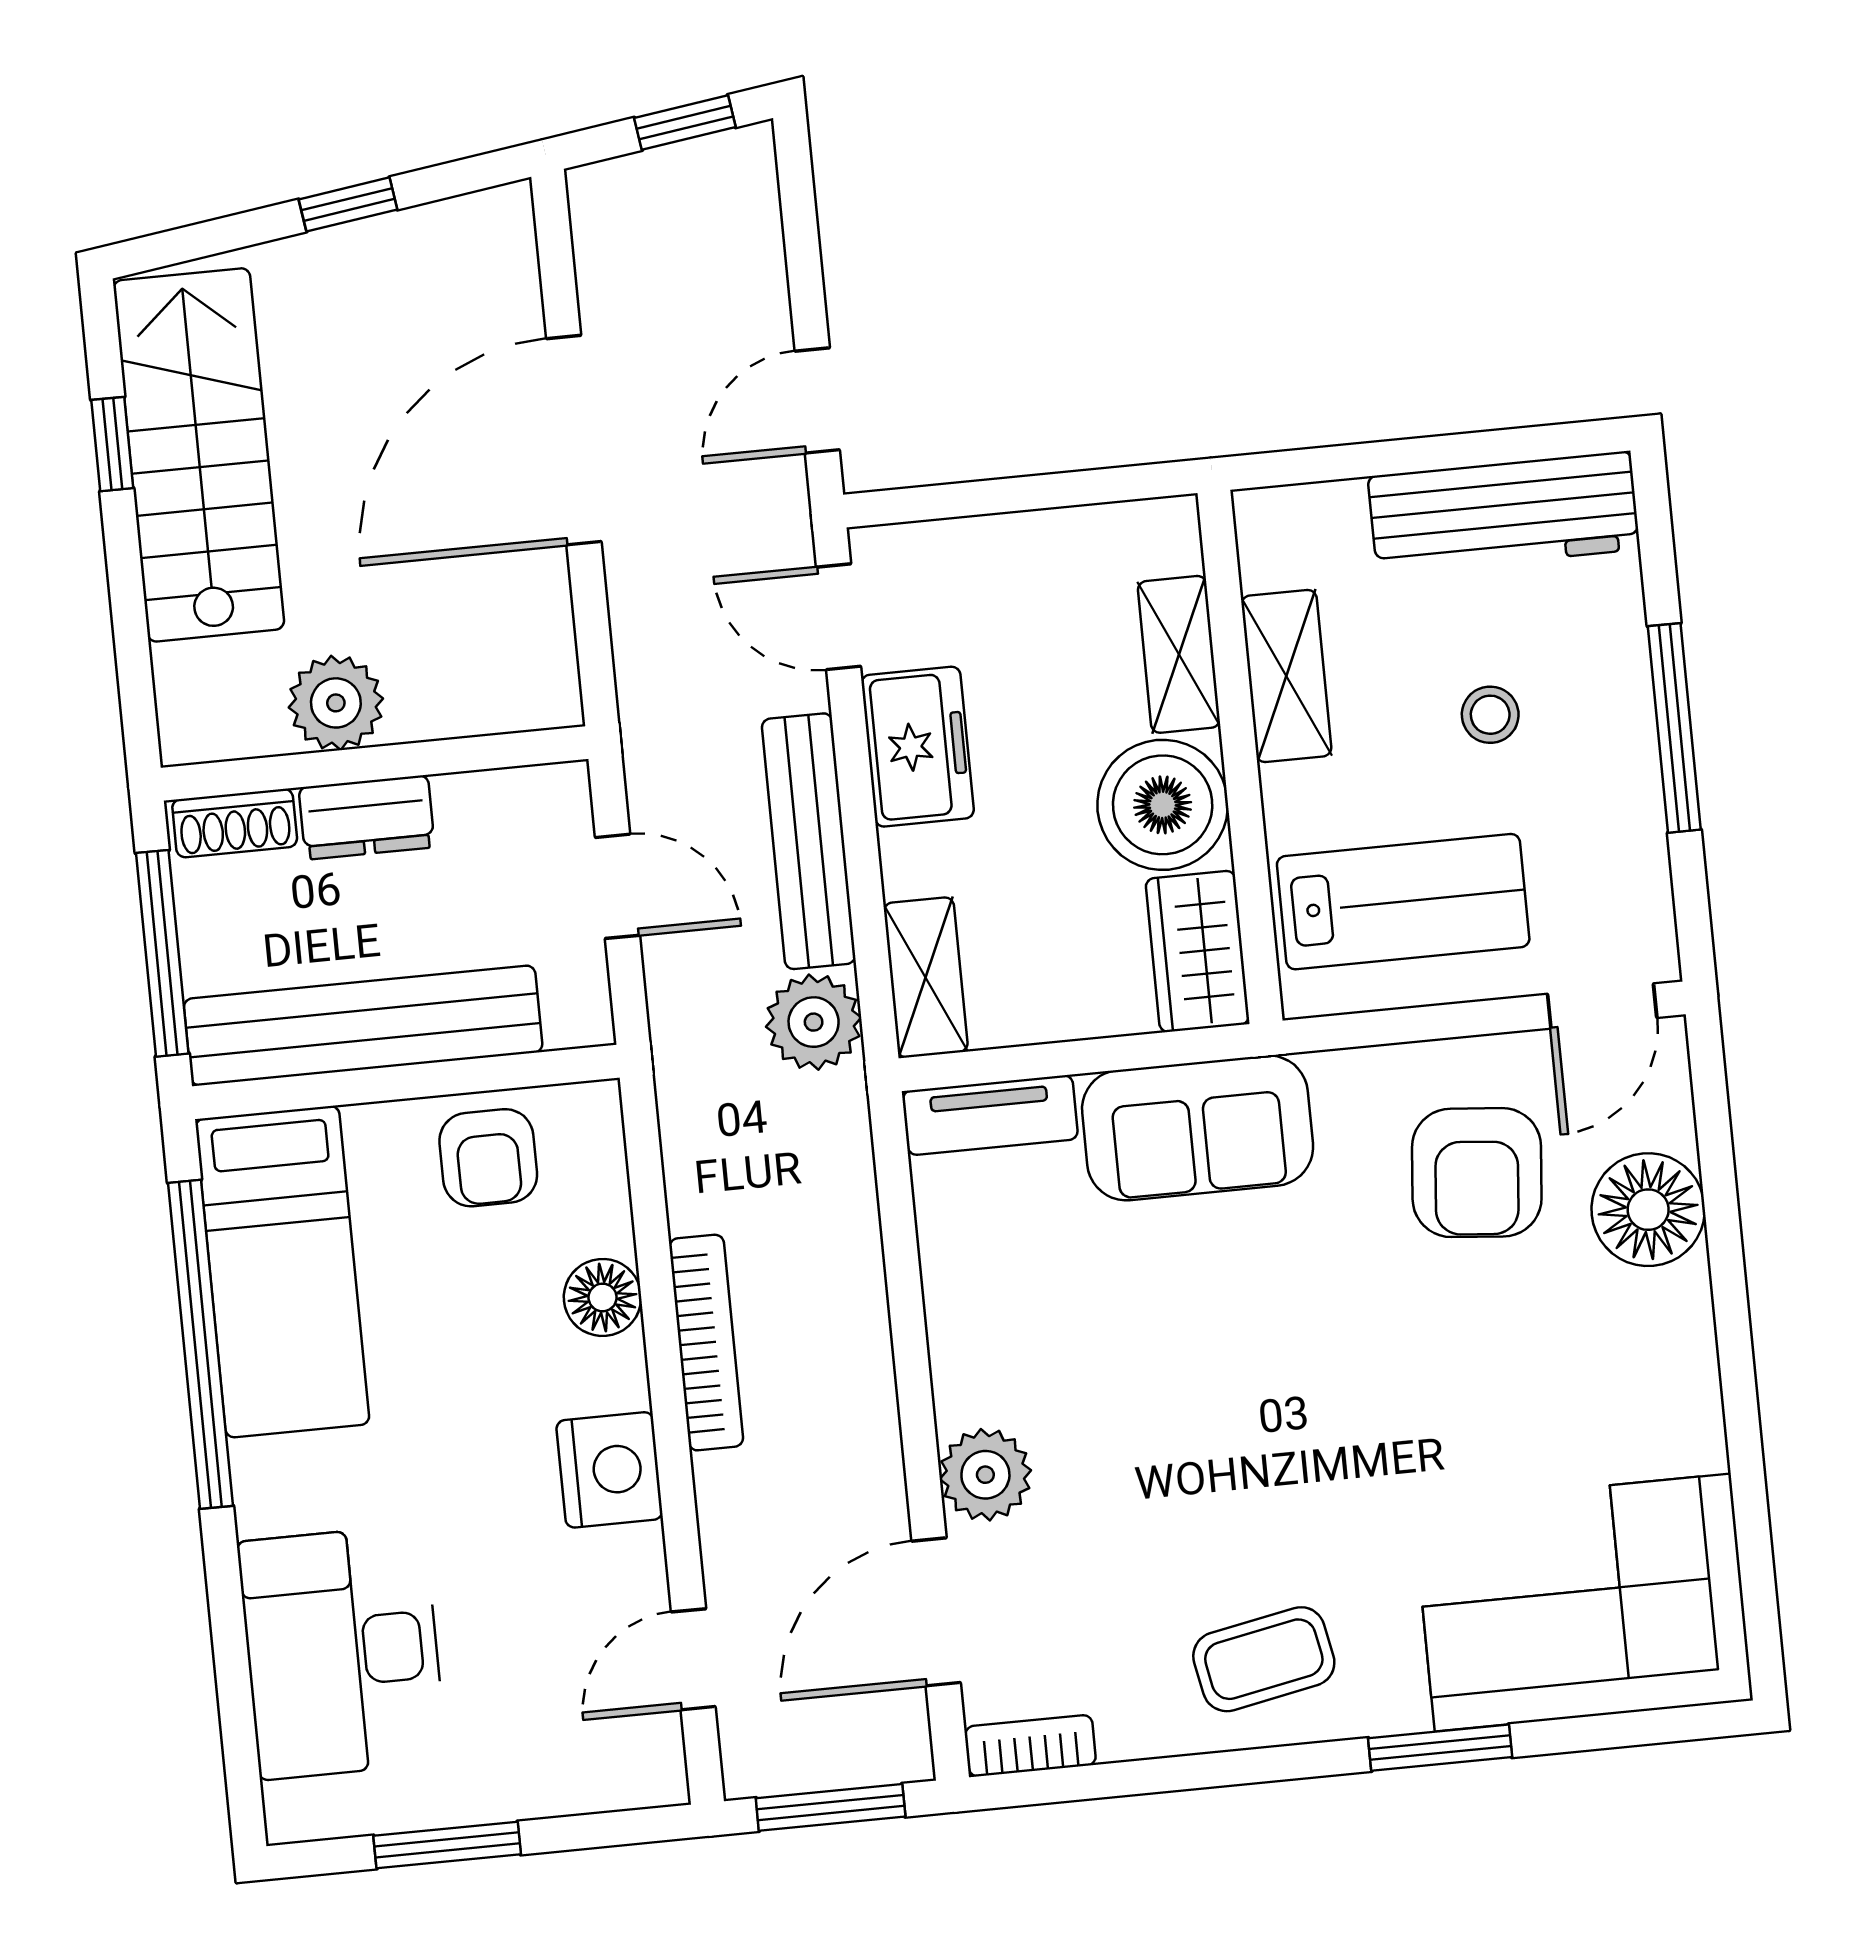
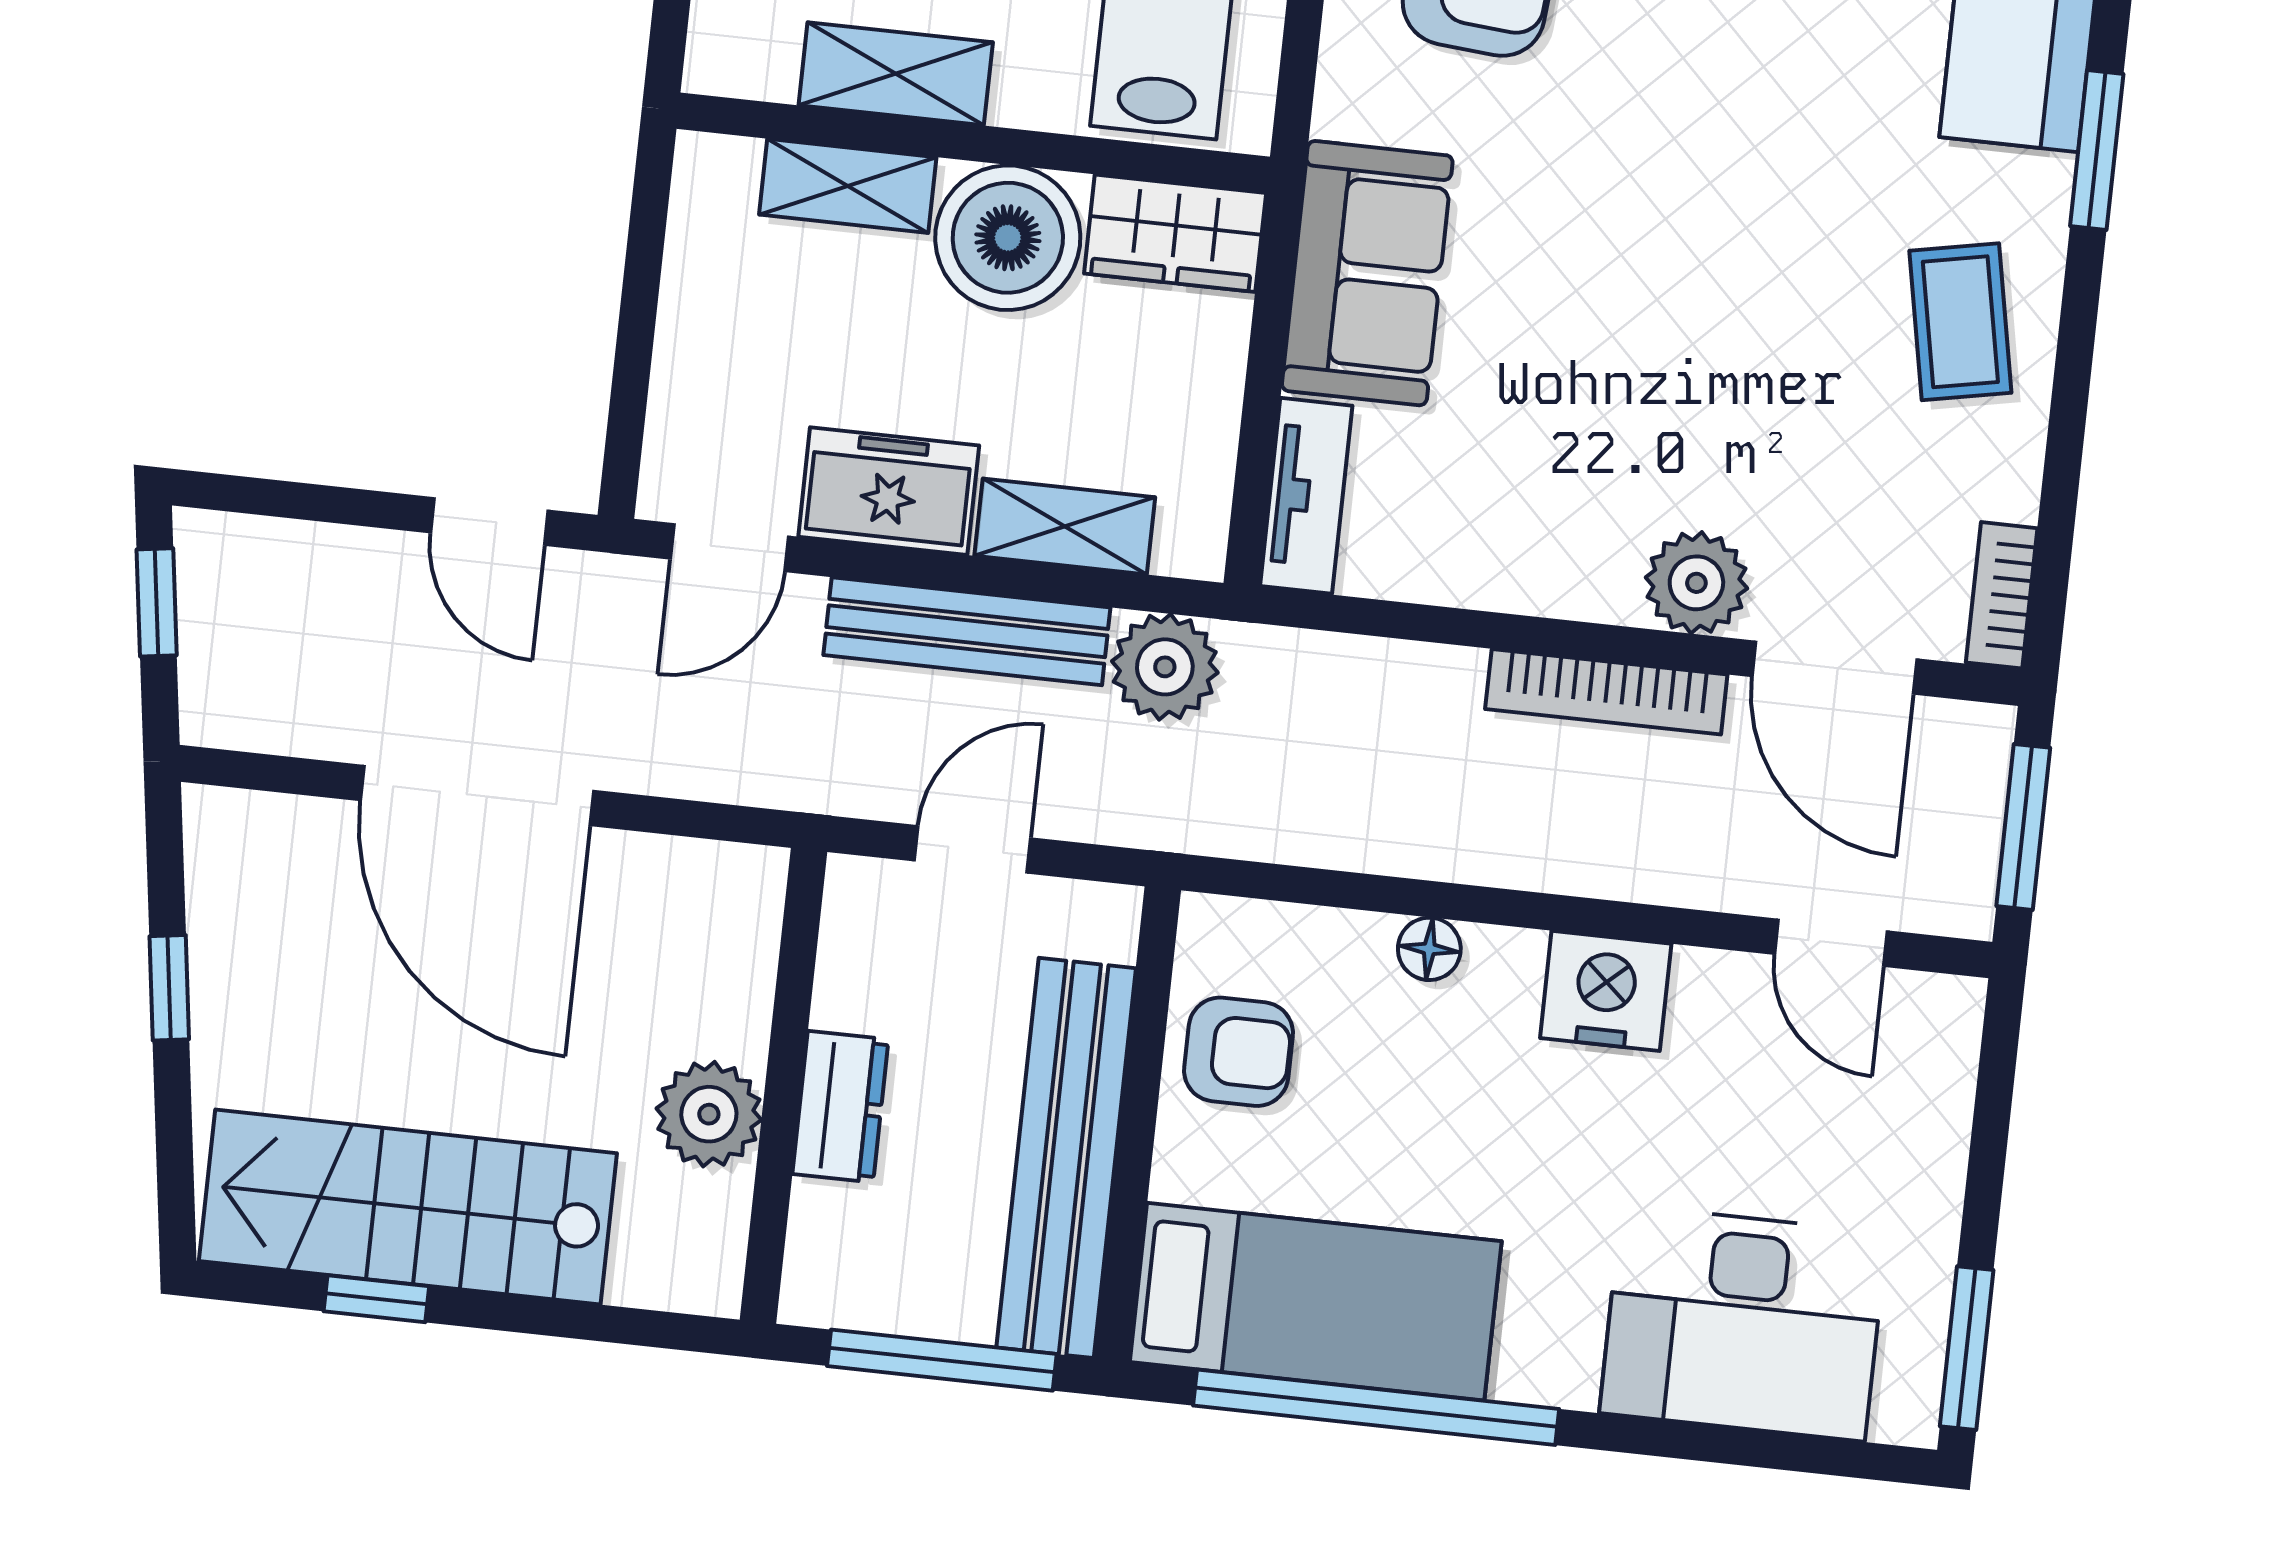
shoe rack: (235, 823) -> (817, 1252), removed
shelving: (926, 977) -> (1065, 526), moved
floor lamp: (603, 1297) -> (1429, 949), width x0.73, depth x0.73
bookcase: (706, 1343) -> (1606, 692), moved, turned 180
window: (447, 1845) -> (1967, 1348), moved

